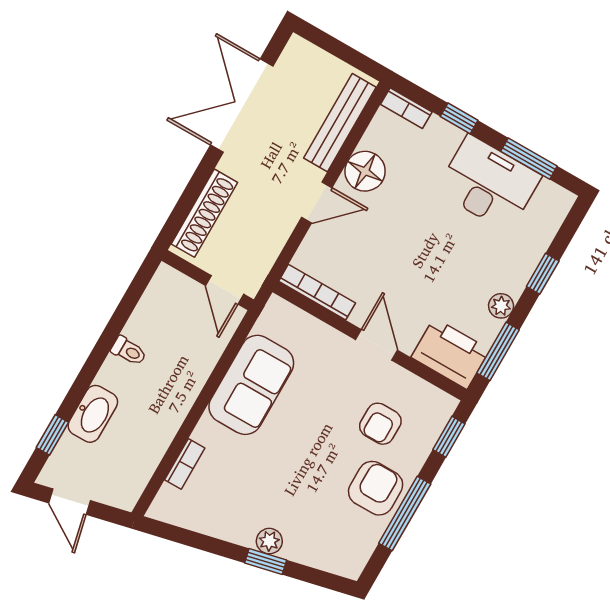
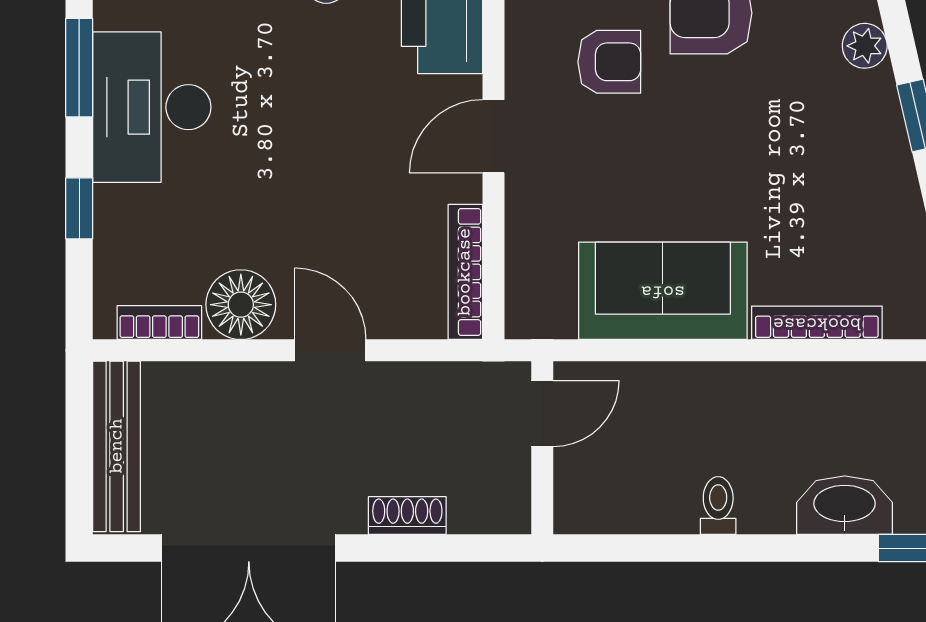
bookcase: (406, 108) -> (159, 323), moved, turned -90
bench: (340, 123) -> (117, 446), moved, turned 90
shoe rack: (204, 213) -> (407, 516), width x0.51, depth x0.81
bookcase: (185, 464) -> (817, 323), width x1.56
plant: (269, 541) -> (865, 46), moved

